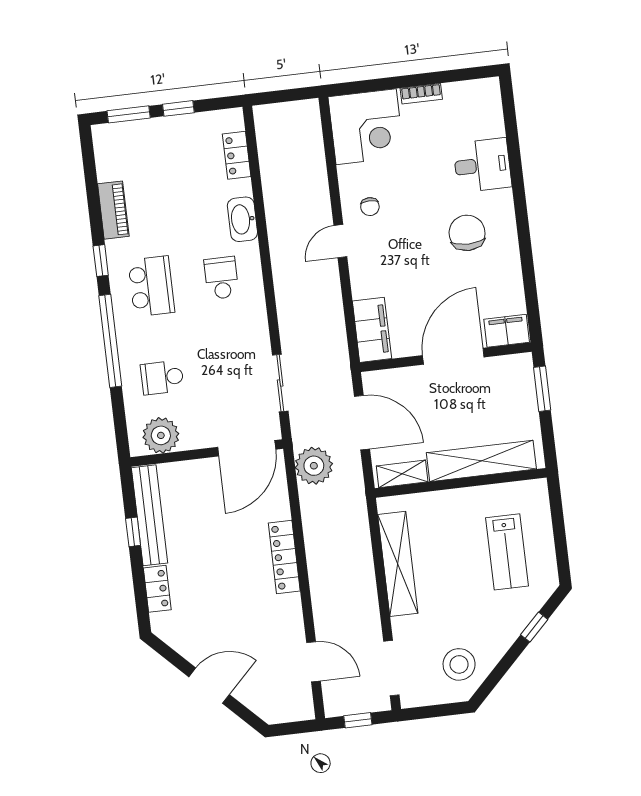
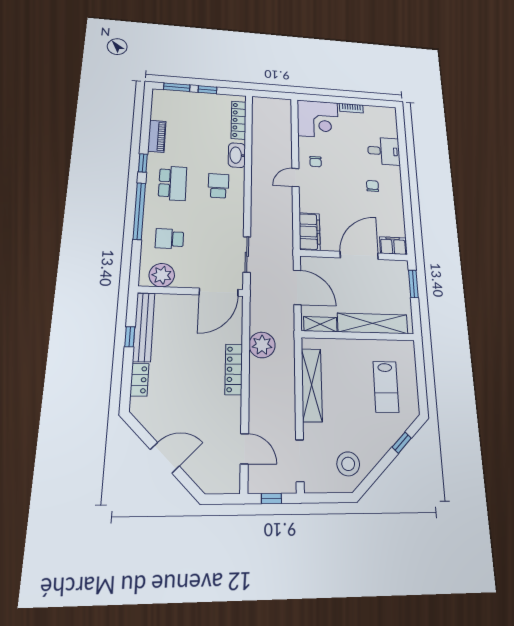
locker: (237, 155) -> (239, 120), width x1.53
chair: (467, 233) -> (372, 186), width x0.54, depth x0.54
plant: (314, 466) -> (262, 345), moved

